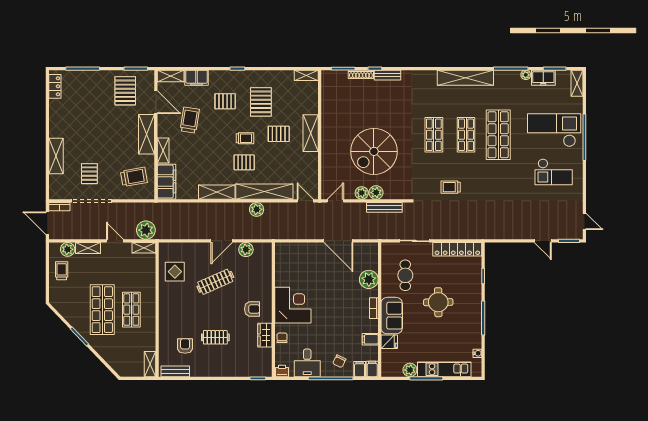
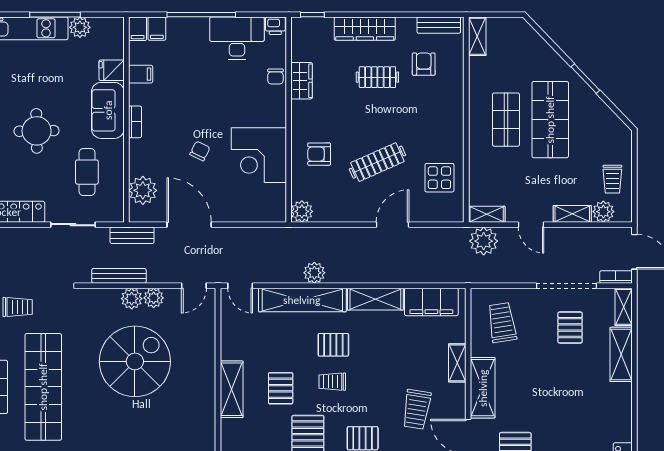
pallet: (279, 134) -> (281, 388), turned 90
shop shelf: (434, 135) -> (43, 387), width x2.00, depth x1.36
trolley: (134, 177) -> (502, 323), turned 91
filing cabinet: (167, 182) -> (431, 302), moved, turned -90
shelving: (54, 187) -> (624, 307), added
bench: (376, 234) -> (132, 235), added
door: (222, 241) -> (393, 225), moved
plant: (246, 250) -> (302, 211), moved
plant: (369, 279) -> (143, 190), moved
corner desk: (293, 305) -> (259, 155), moved
armchair: (252, 309) -> (319, 154), moved
armchair: (185, 346) -> (424, 64), turned 180
chair: (339, 361) -> (200, 151), moved
desk: (307, 363) -> (237, 38), width x1.37
wardrobe: (224, 369) -> (365, 29), added

